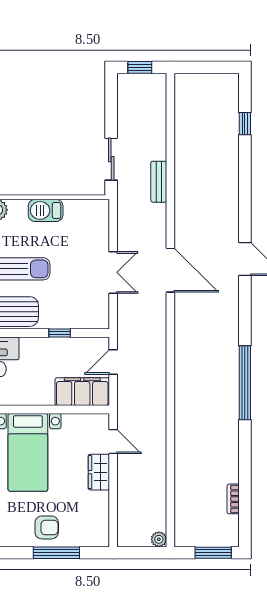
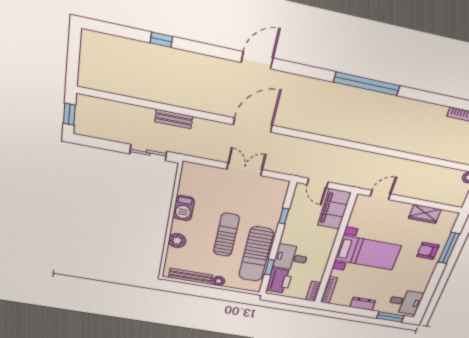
window: (245, 124) -> (161, 40), moved
wardrobe: (99, 472) -> (425, 214), moved
armchair: (47, 527) -> (428, 251), turned -90

